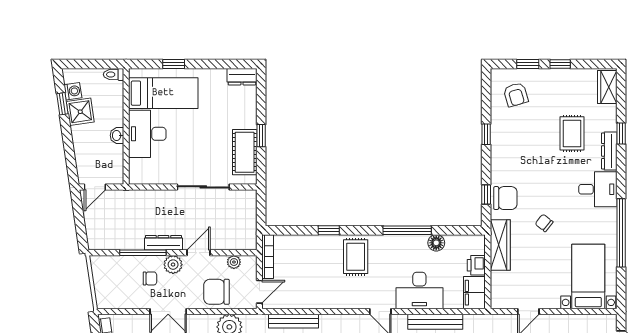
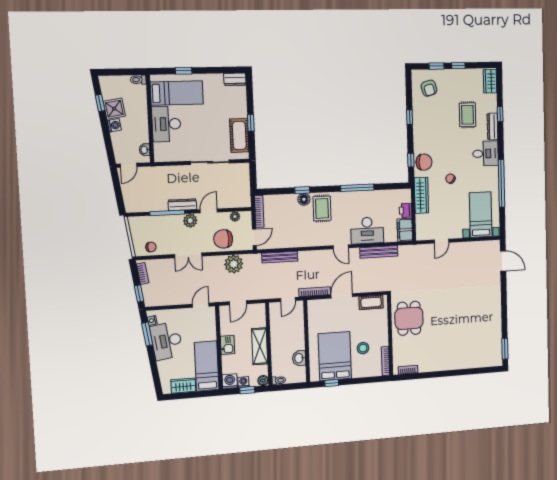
washing machine: (73, 91) -> (114, 125), moved
washbasin: (117, 135) -> (145, 150), moved
floor lamp: (436, 243) -> (304, 199), moved
chair: (150, 278) -> (151, 247), moved

